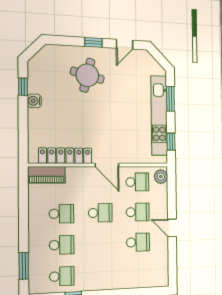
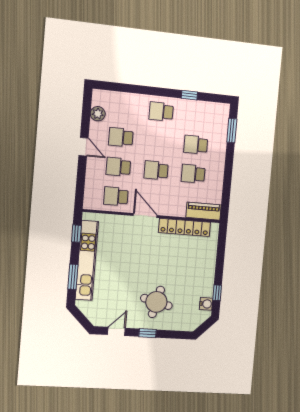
water cooler: (34, 101) -> (206, 304), moved
plant: (161, 177) -> (98, 114), moved
school desk: (62, 276) -> (161, 112), moved

